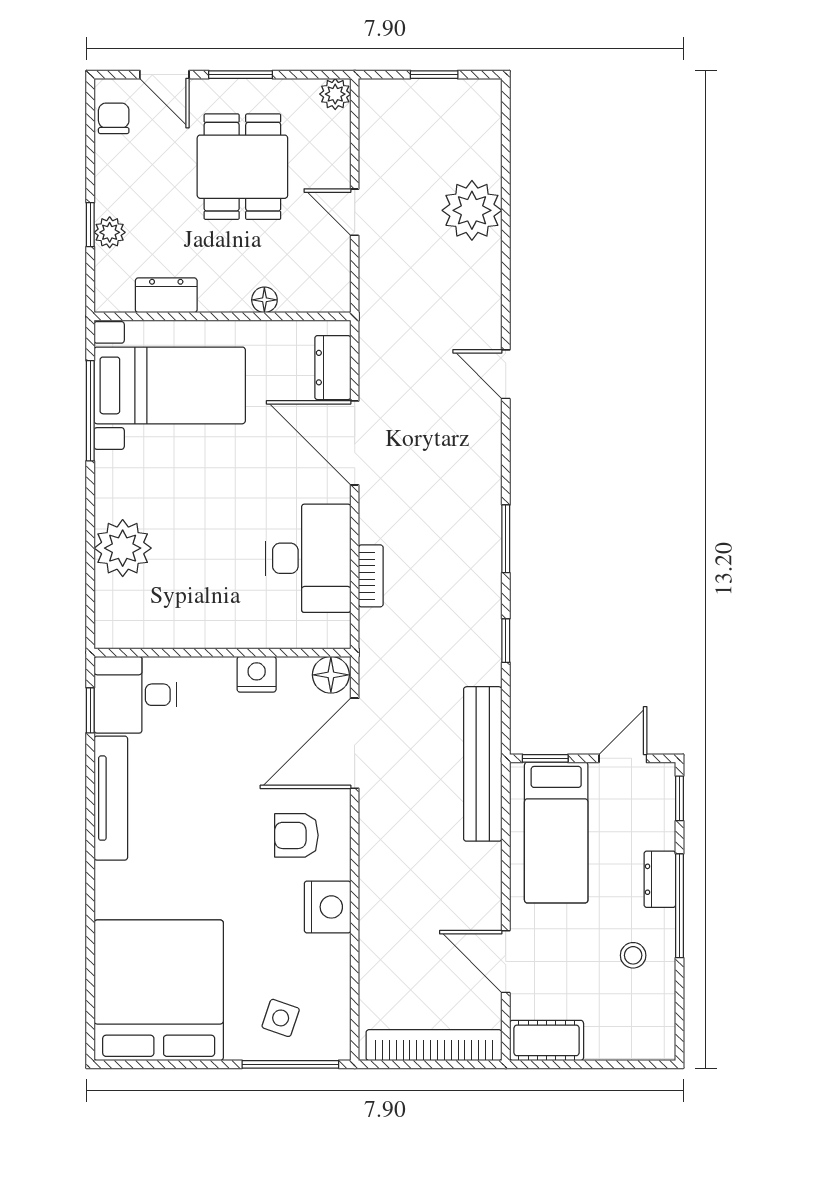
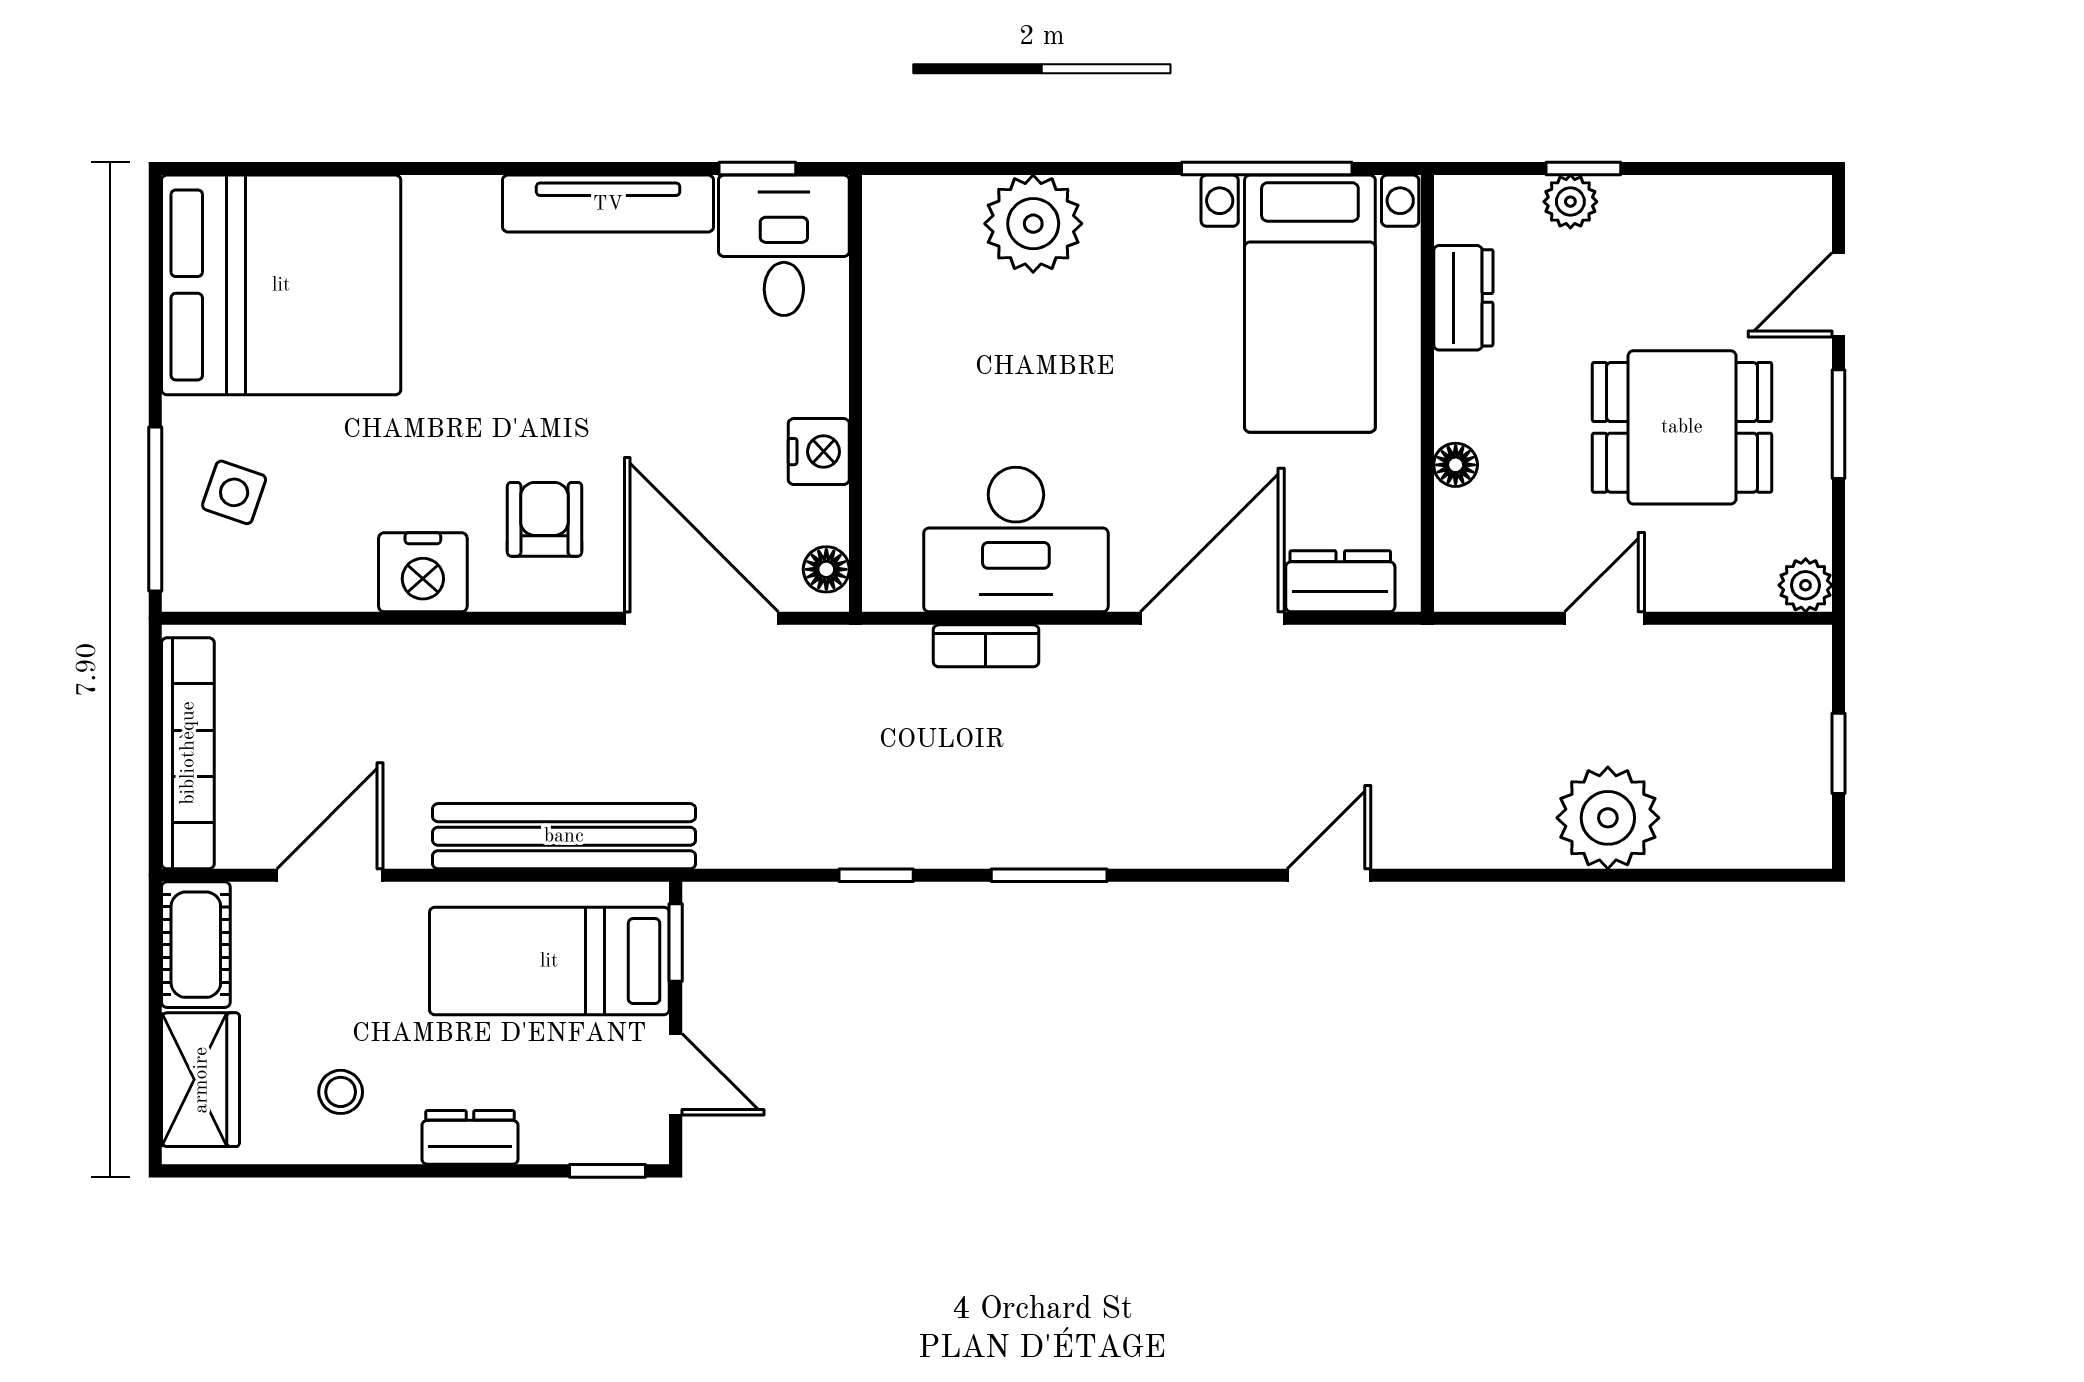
chair: (114, 118) -> (1764, 208), removed
floor lamp: (331, 675) -> (826, 569), width x0.73, depth x0.73
bench: (483, 764) -> (564, 836), moved
window: (680, 906) -> (425, 1171), removed
wardrobe: (626, 1038) -> (201, 1080), added

